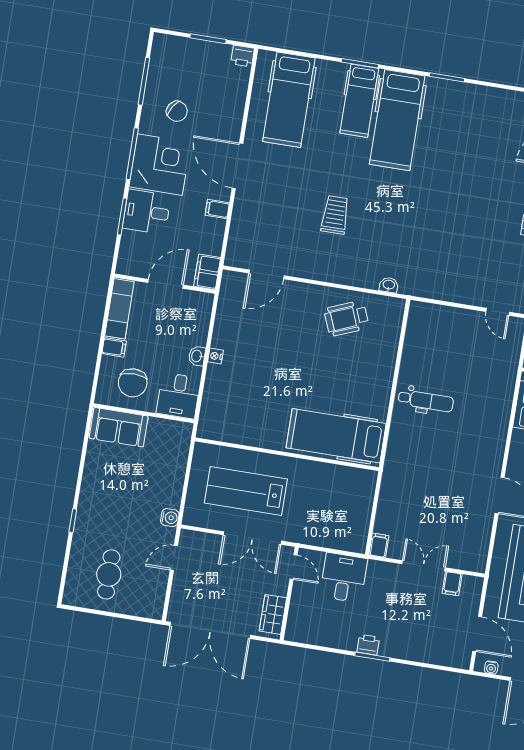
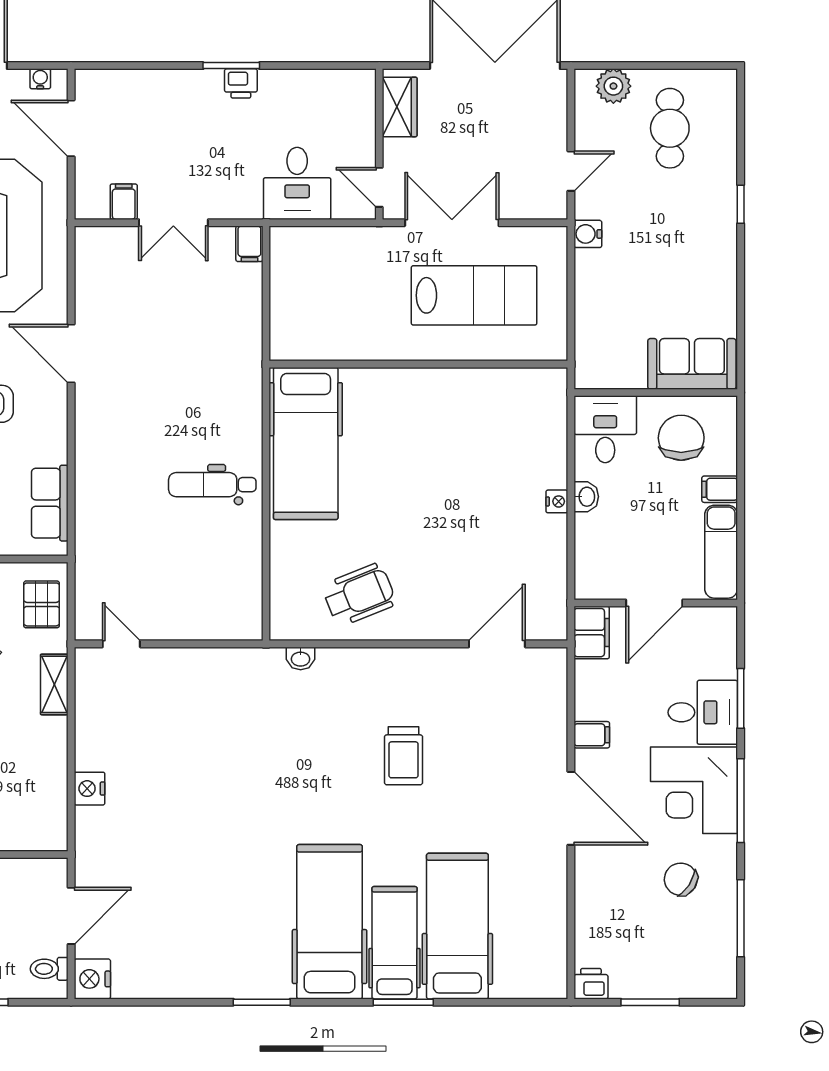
hospital bed: (289, 100) -> (457, 926), moved
hospital bed: (336, 436) -> (306, 443), moved, turned 90
plant: (139, 606) -> (613, 86), added

